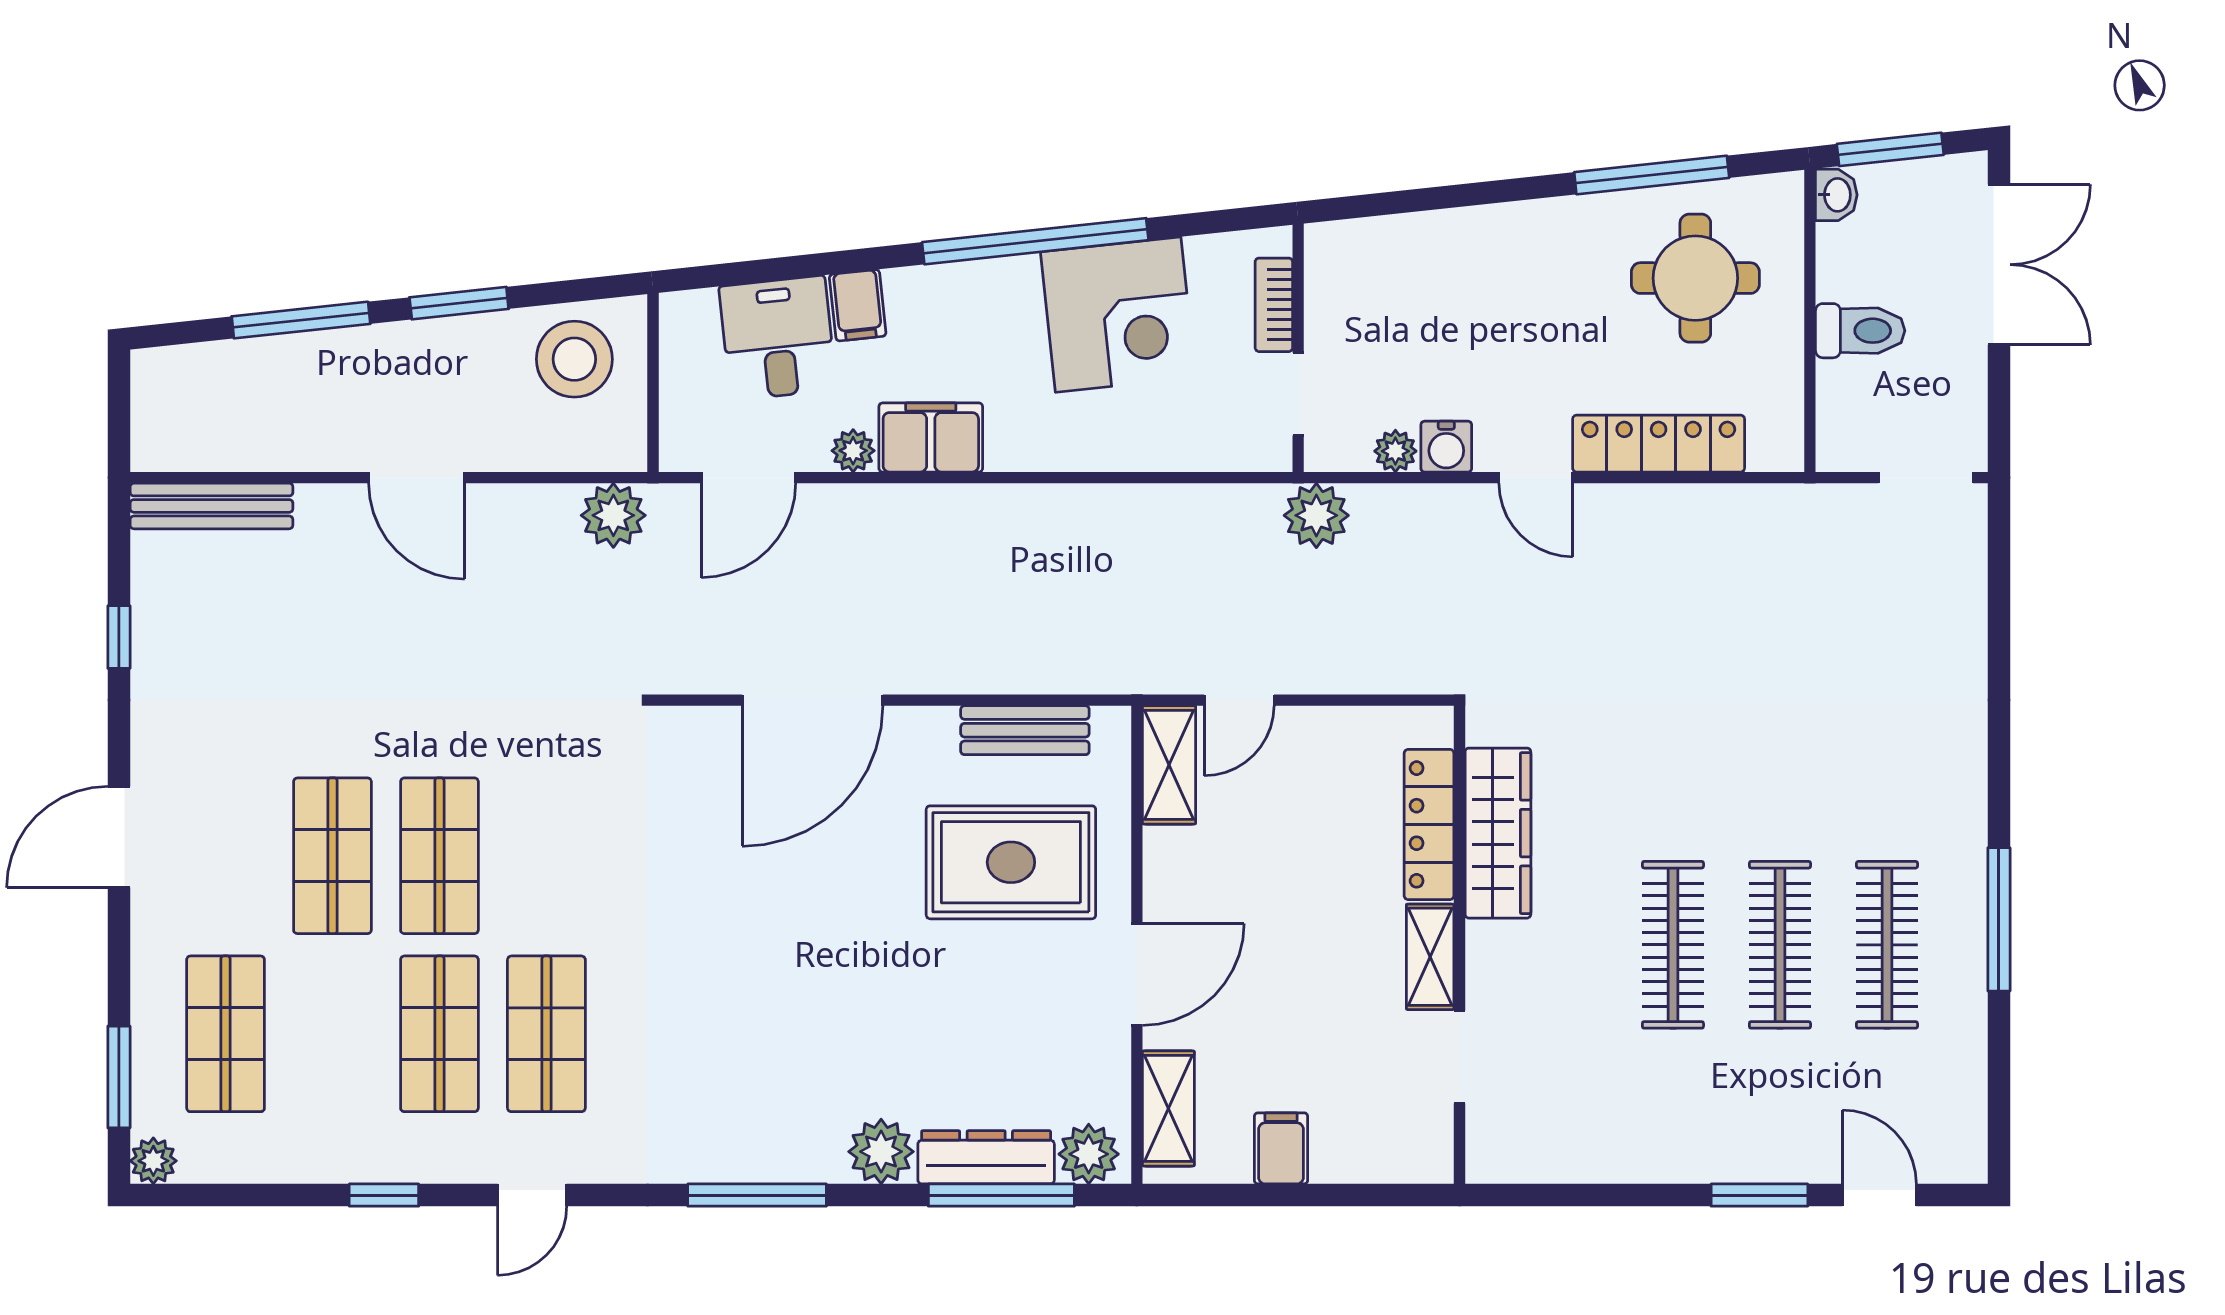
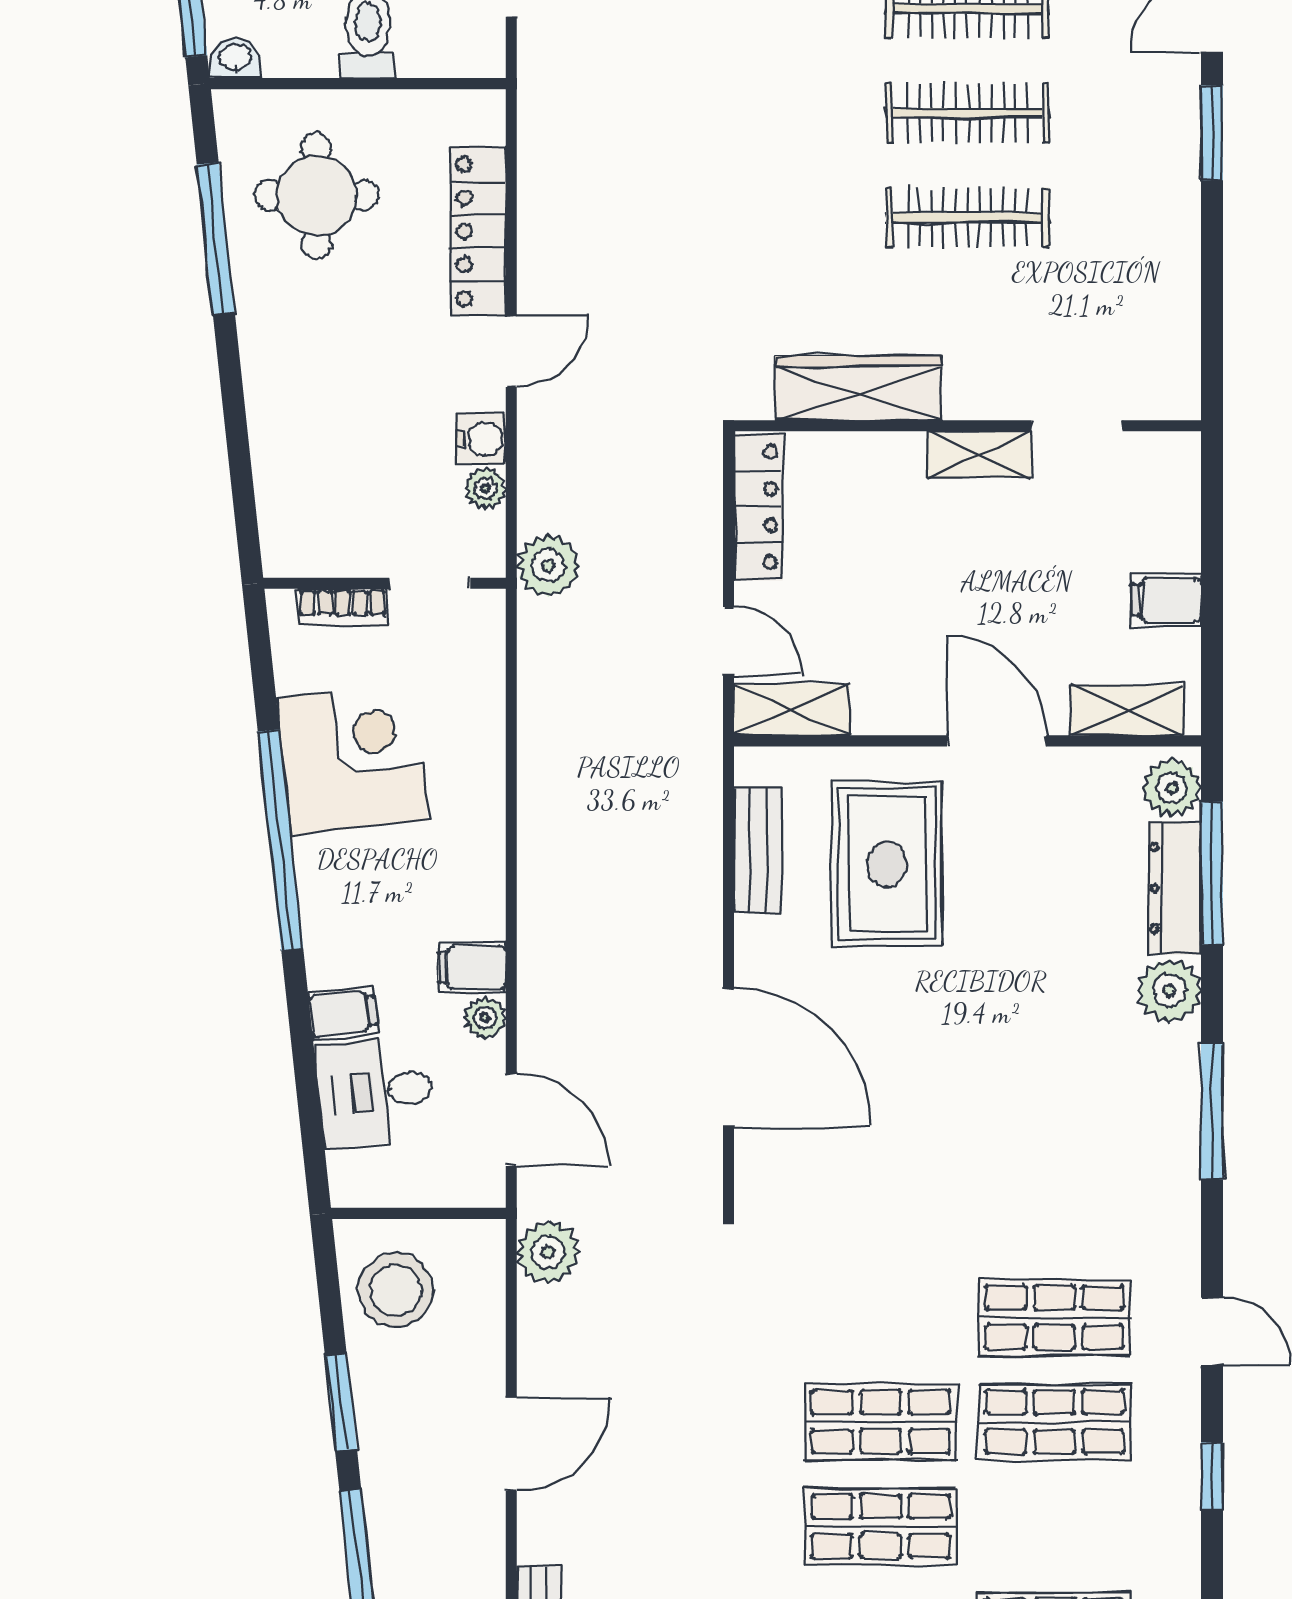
filing cabinet: (931, 437) -> (472, 967), width x0.50
locker: (1429, 824) -> (758, 507), moved, turned -90

